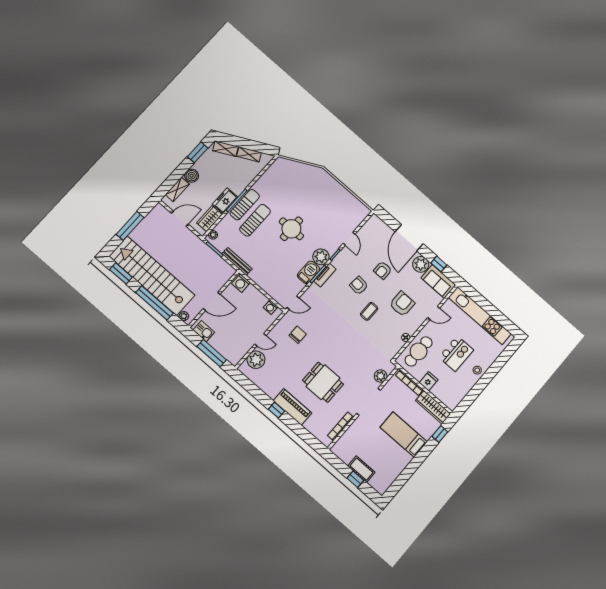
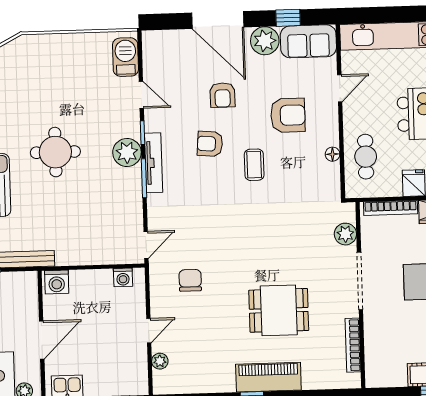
barbecue: (308, 272) -> (126, 57), moved
tv unit: (325, 275) -> (154, 163), width x1.41
armchair: (402, 304) -> (288, 115), turned 90
cafe table: (419, 351) -> (366, 157), width x0.73, depth x0.74
plant: (256, 360) -> (160, 361), width x0.53, depth x0.53

